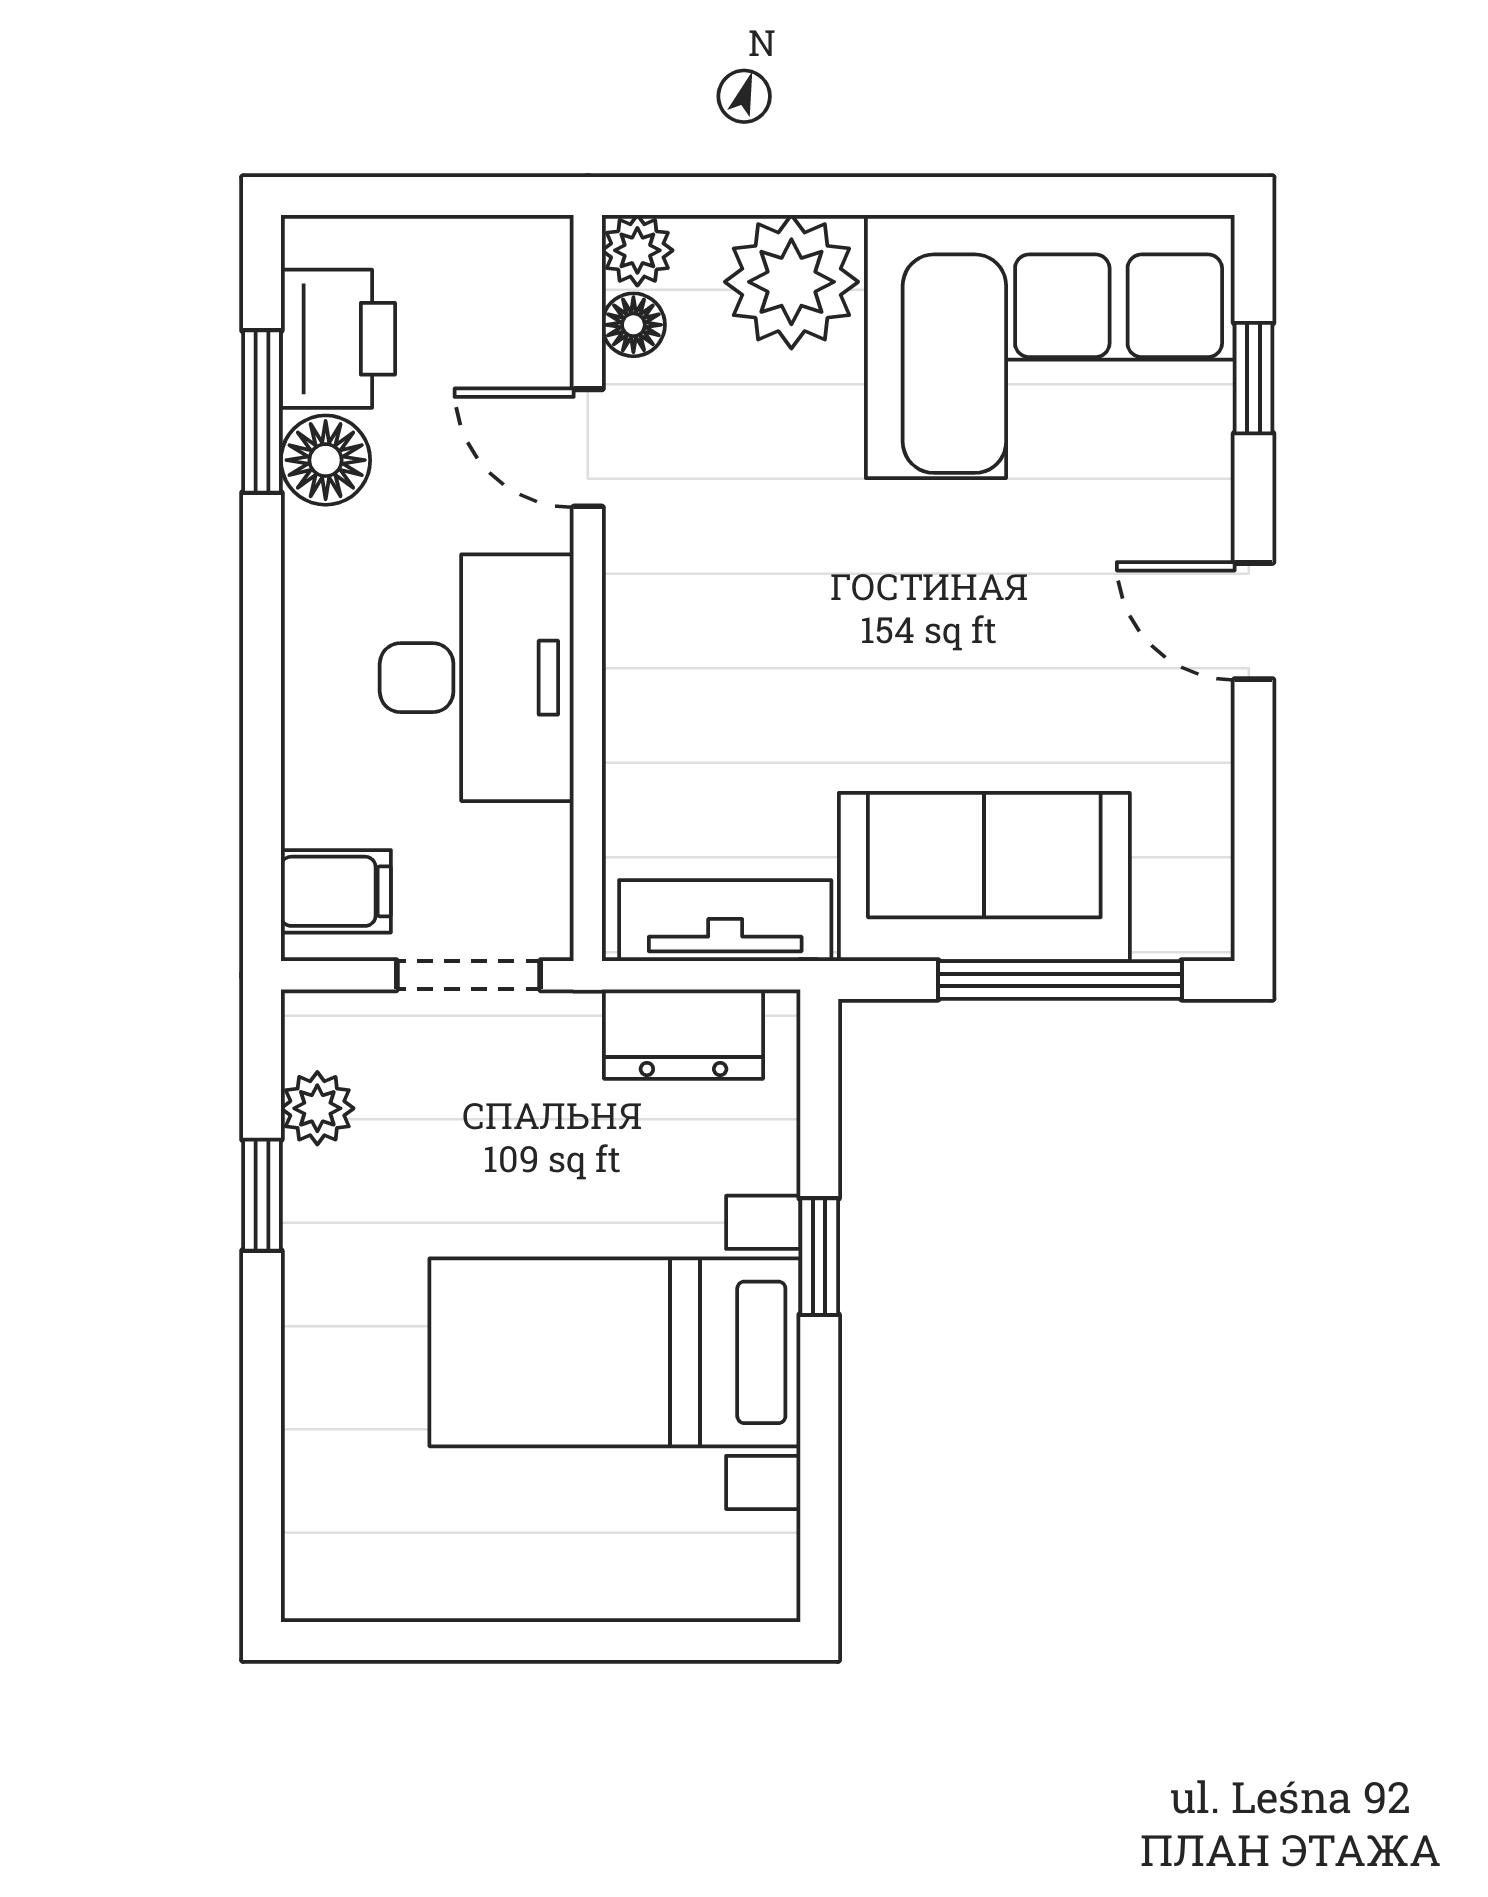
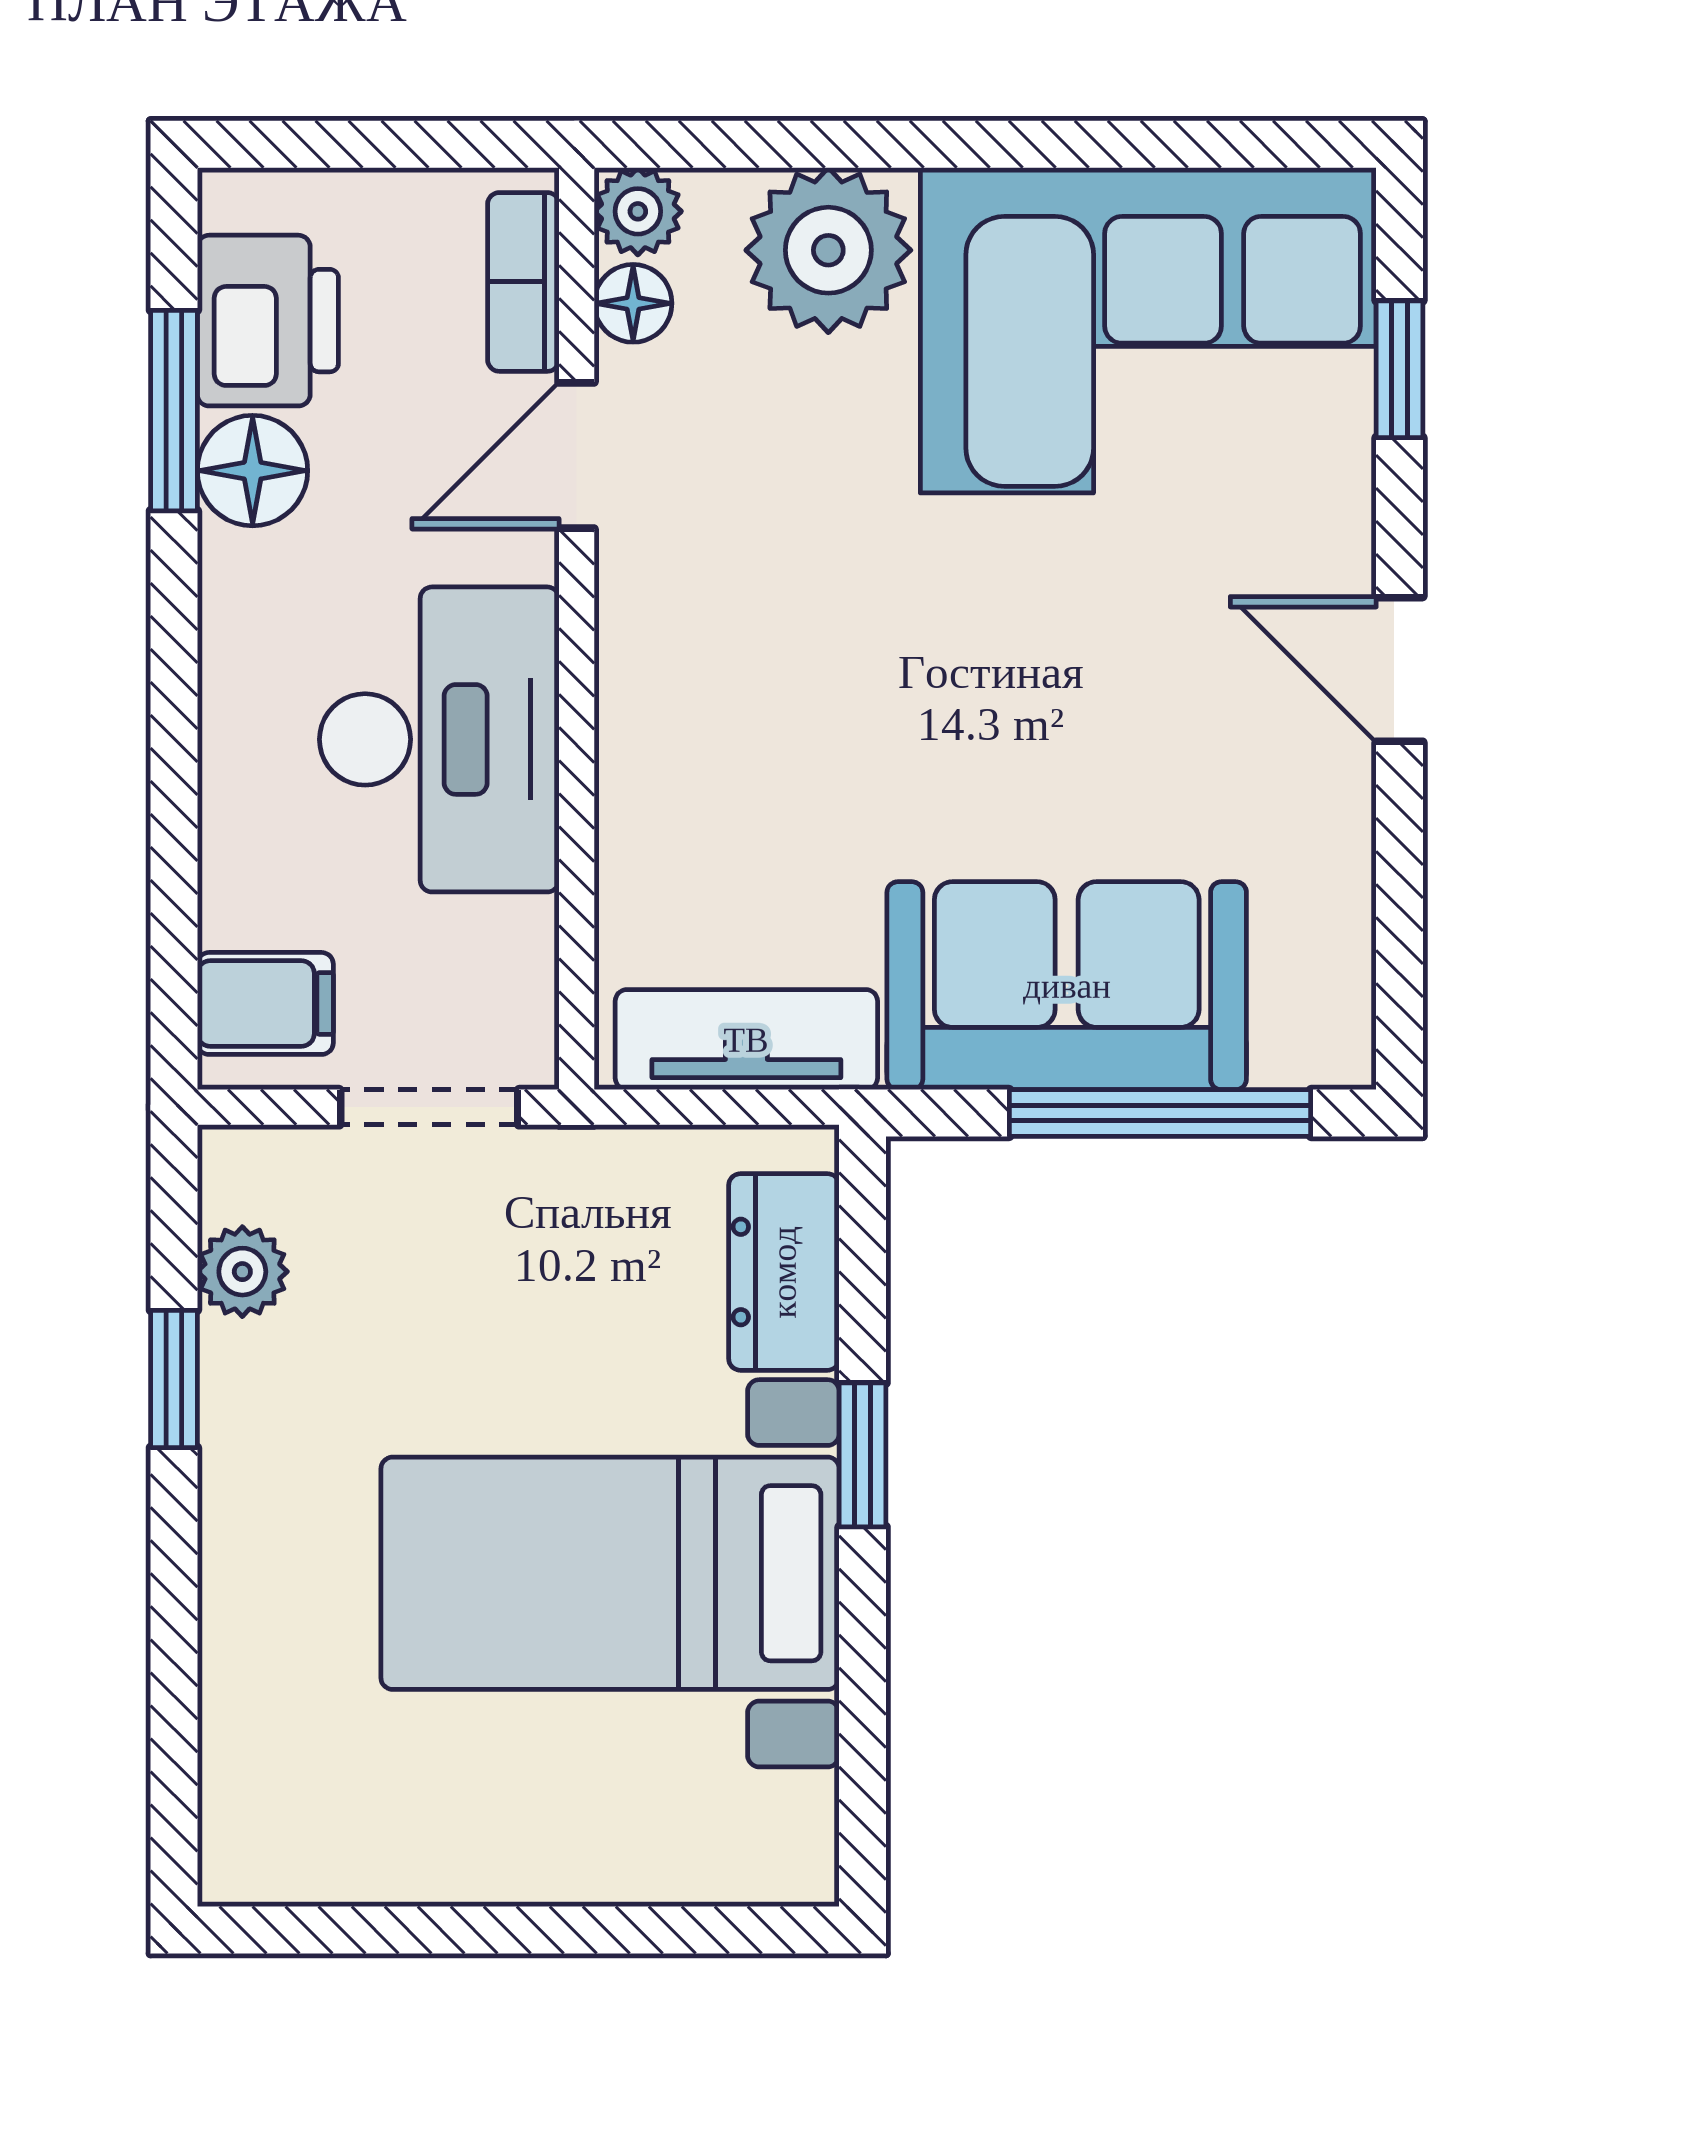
bookcase: (545, 307) -> (523, 282), added
door: (588, 448) -> (577, 456), hinge flipped
dresser: (684, 1034) -> (784, 1272), moved, turned 90

